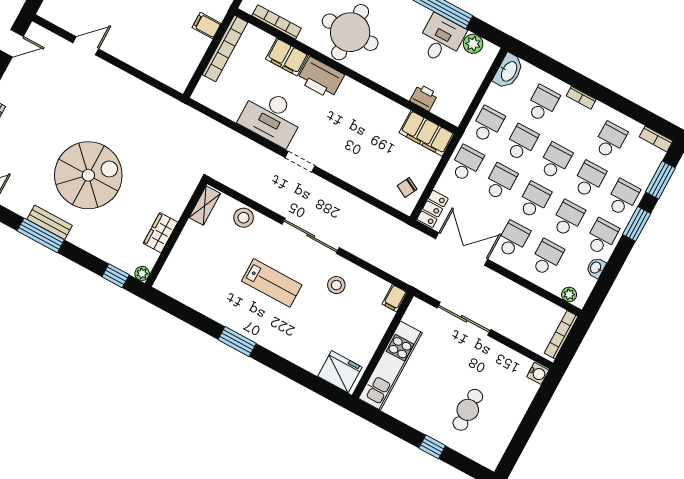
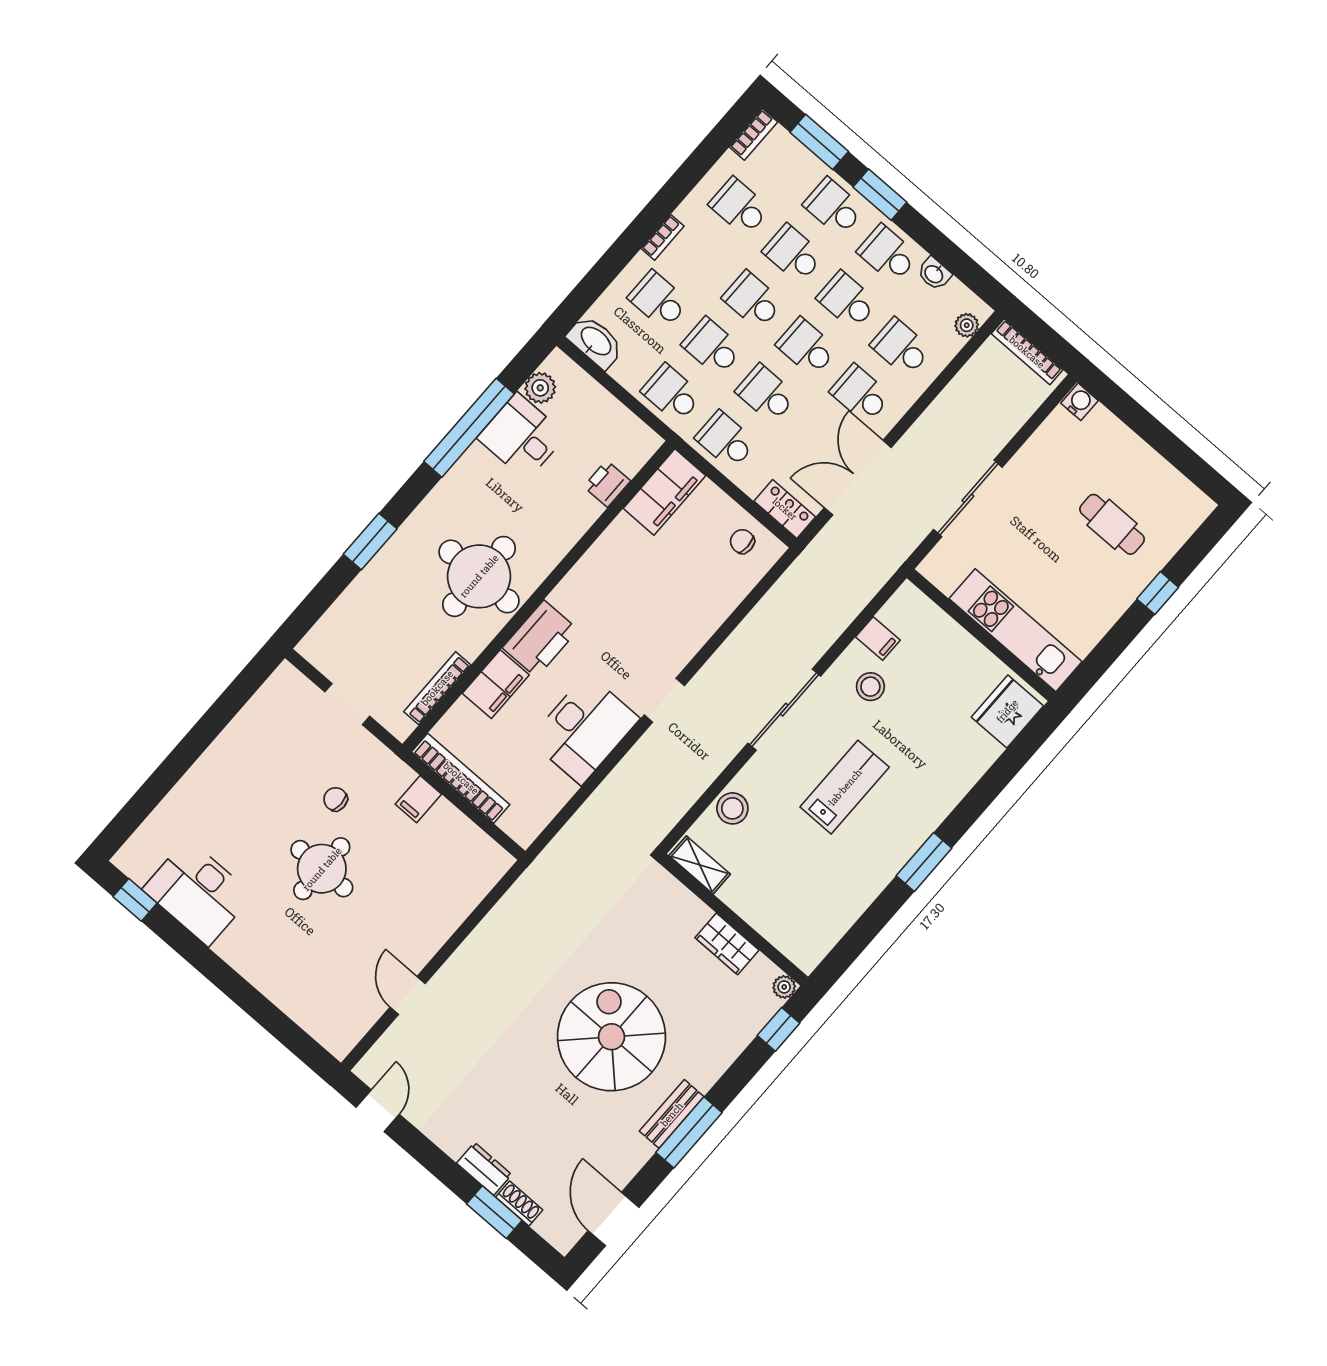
chair: (407, 187) -> (742, 541), turned 152
filing cabinet: (395, 298) -> (878, 639), moved

